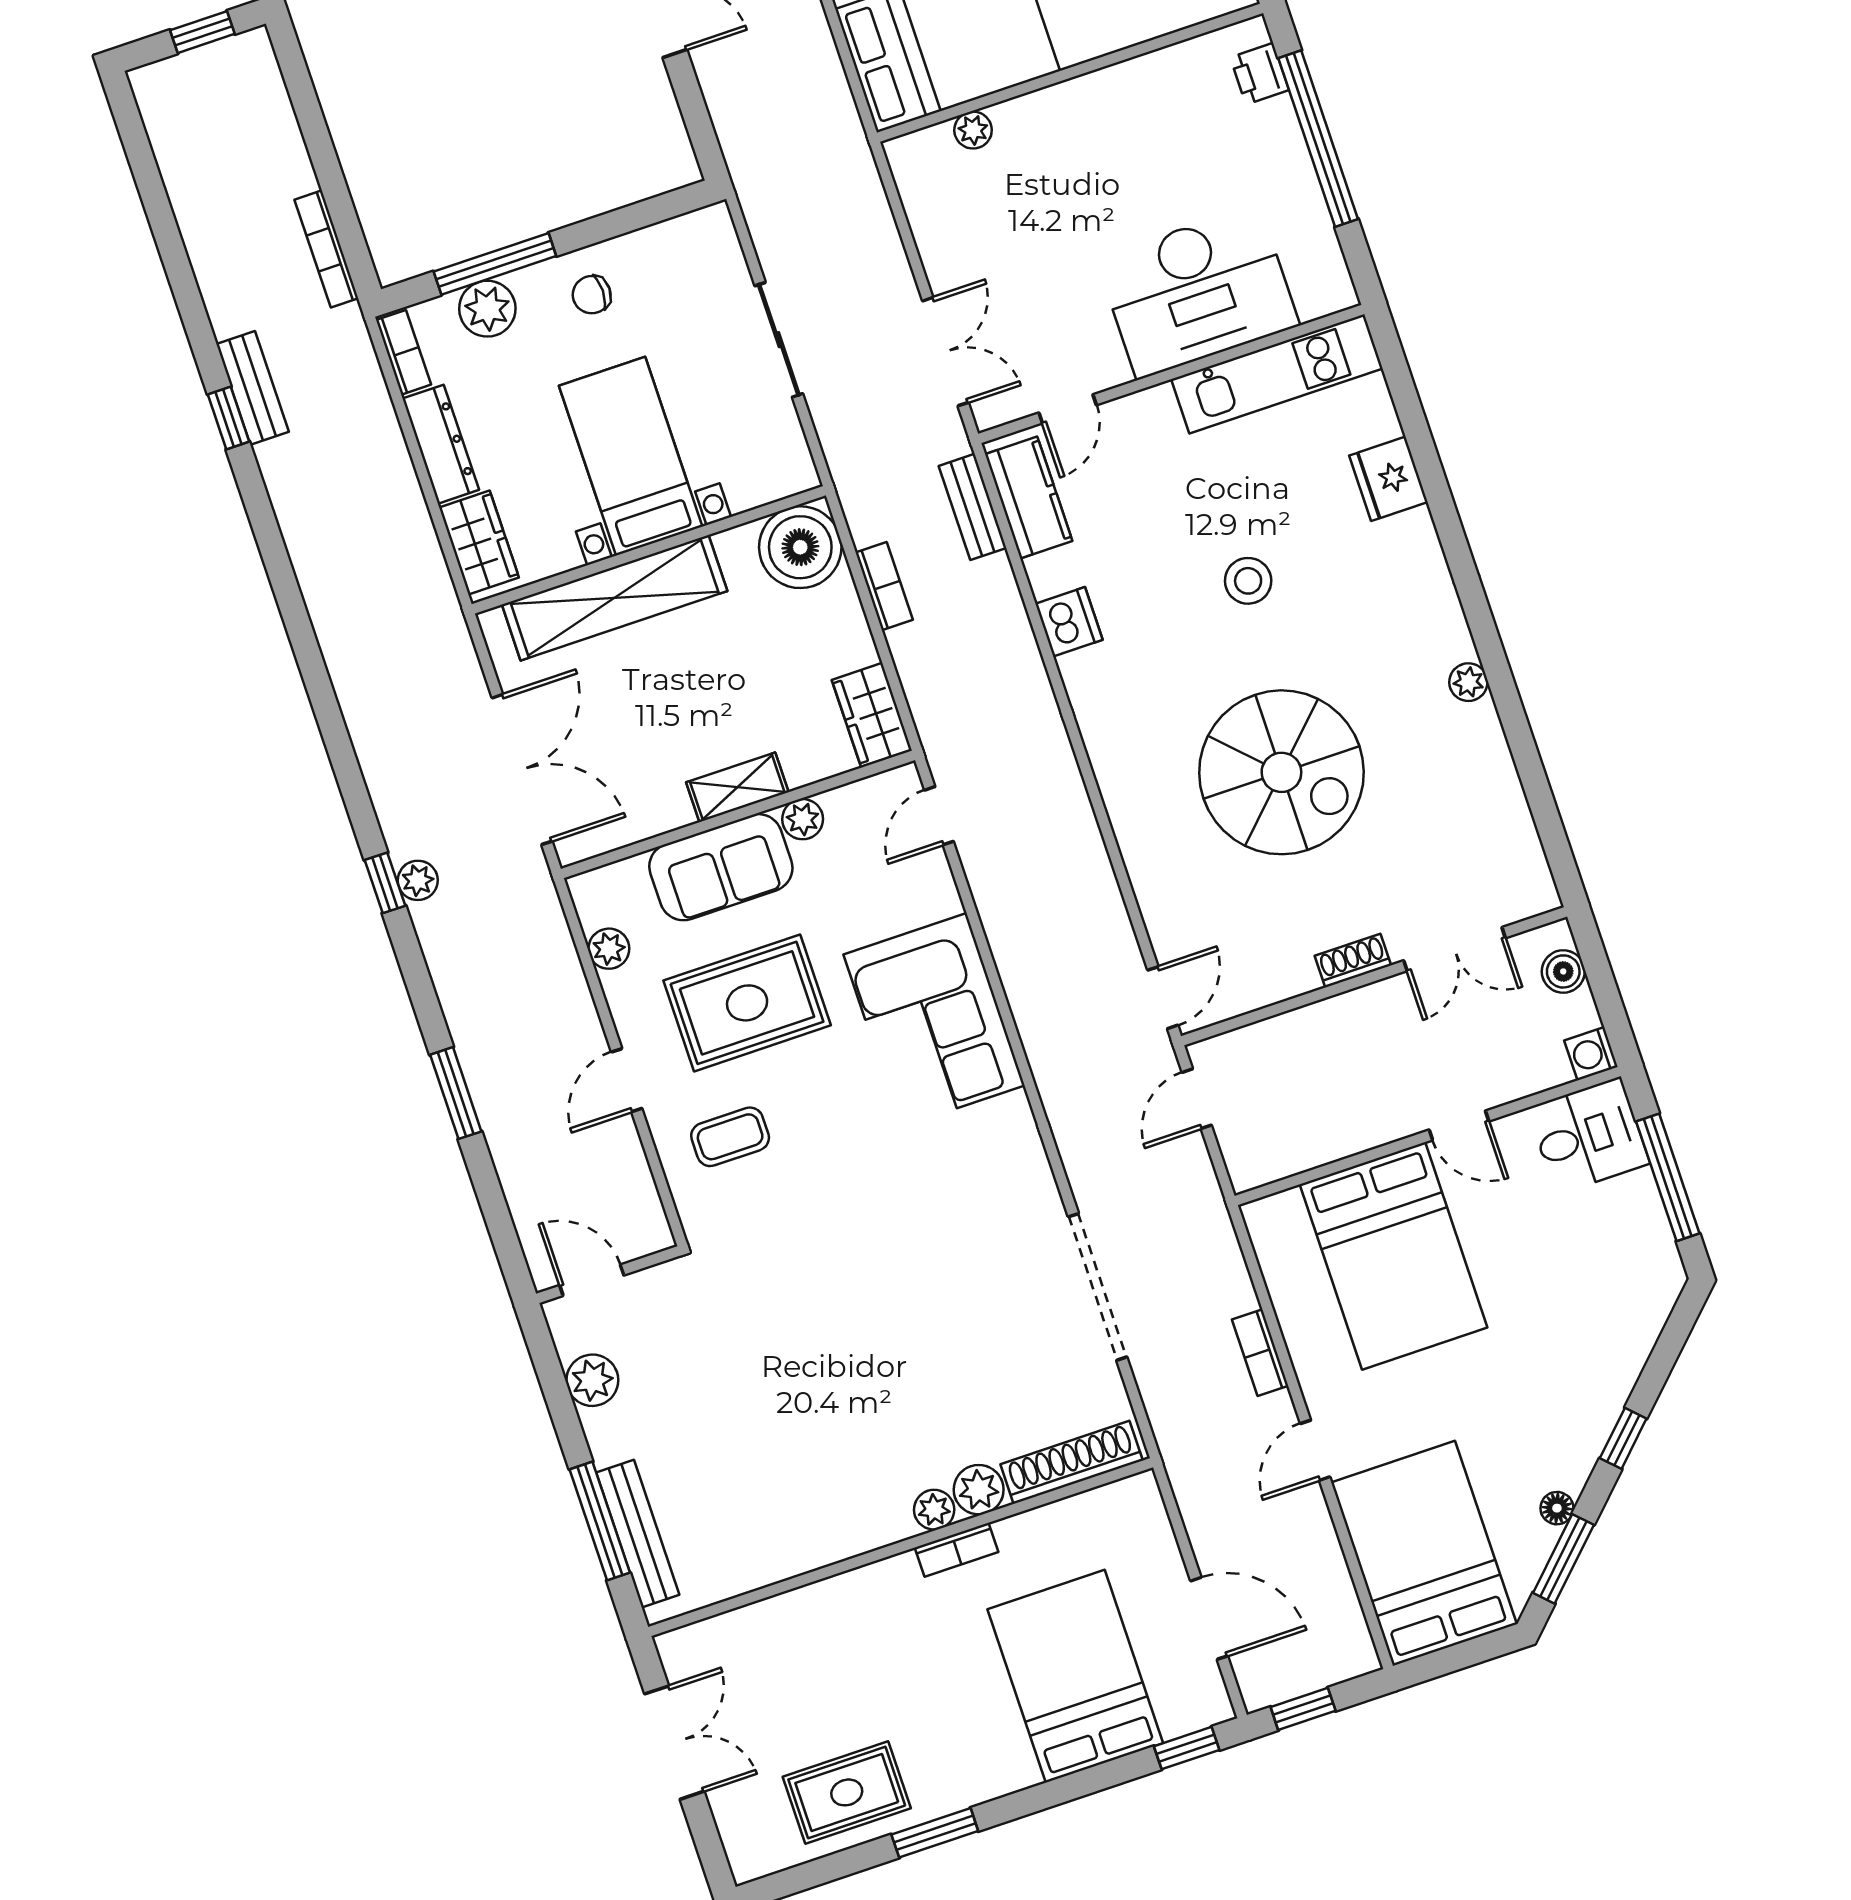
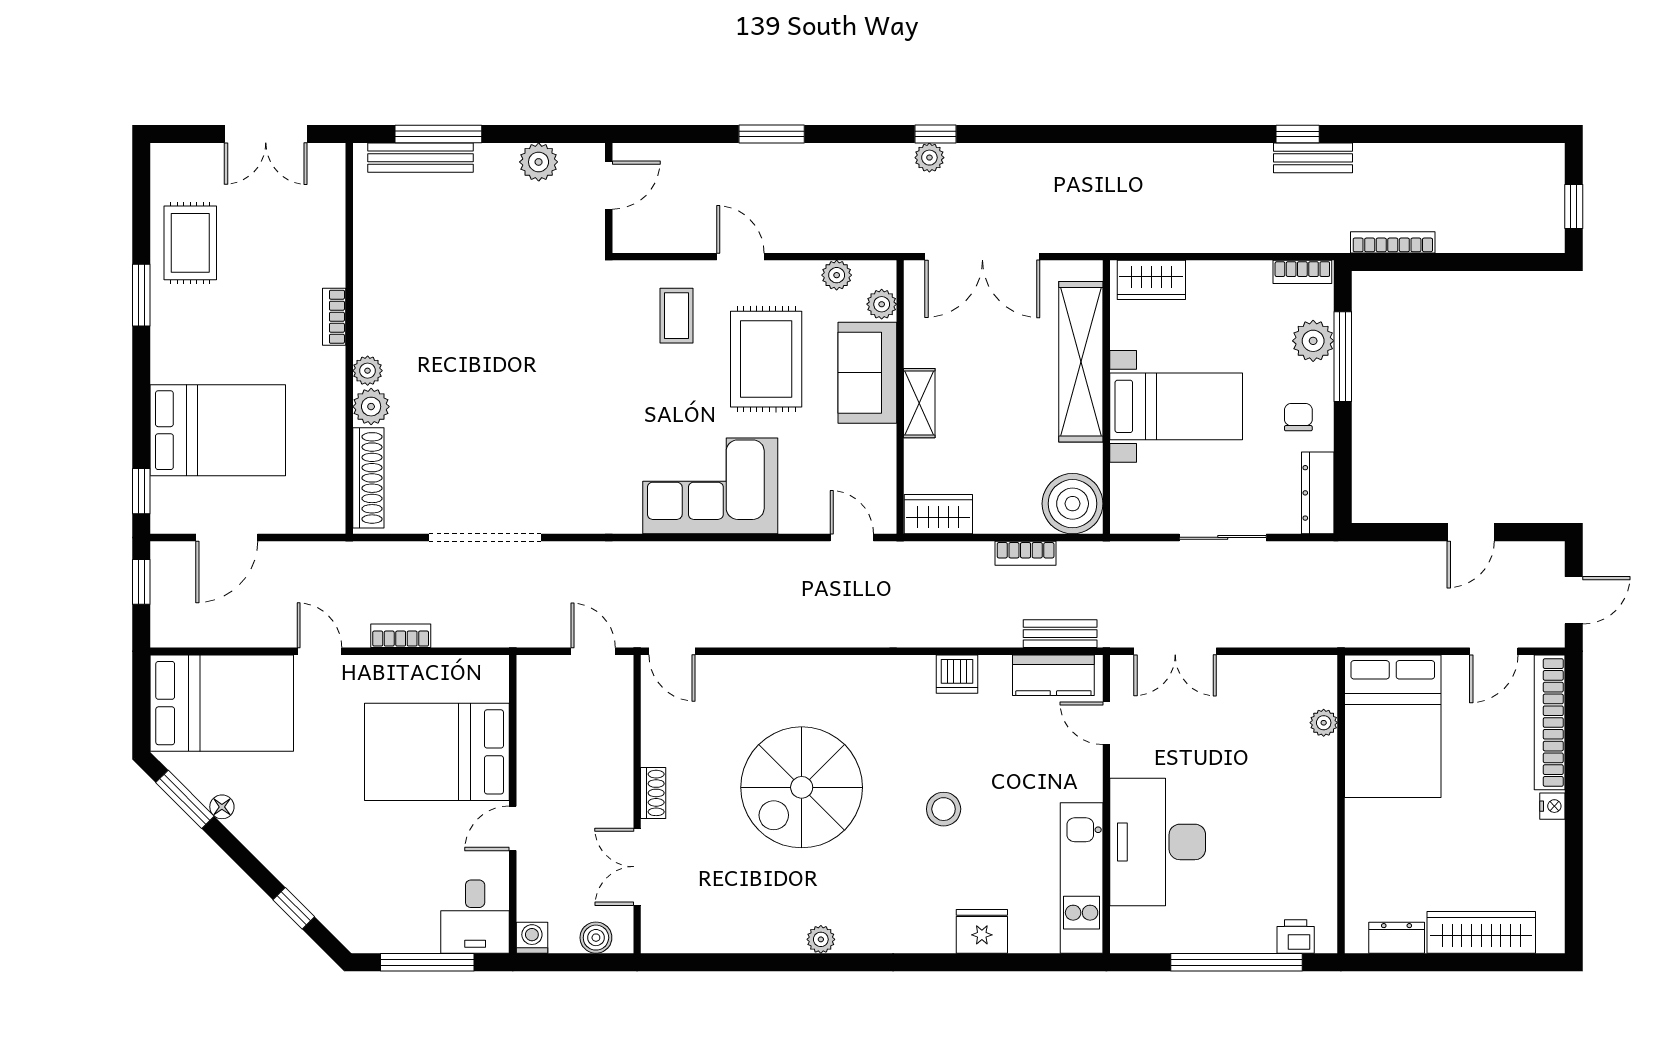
dresser: (441, 444) -> (1318, 493), moved, turned 90
plant: (803, 819) -> (882, 304), moved
window: (1623, 1438) -> (294, 908), moved
bookcase: (957, 1550) -> (334, 317), moved

